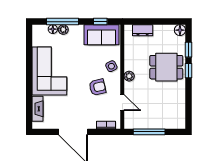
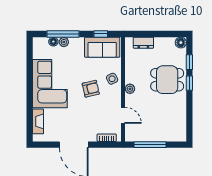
armchair: (97, 87) -> (91, 89), moved

